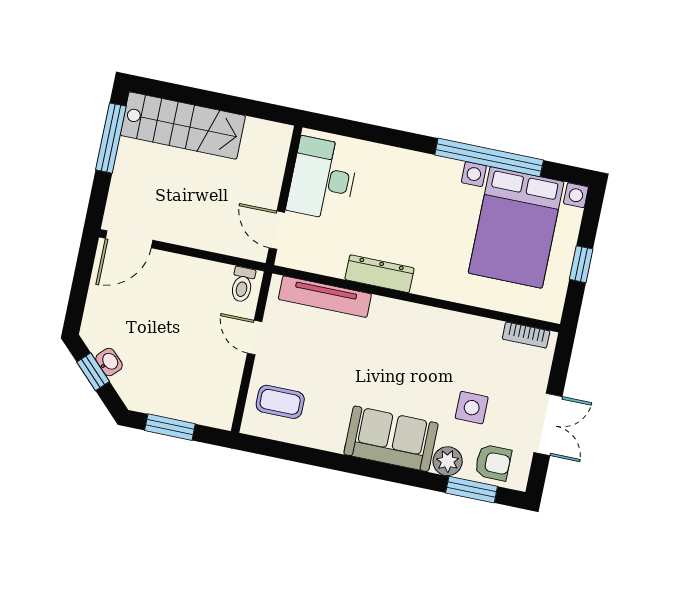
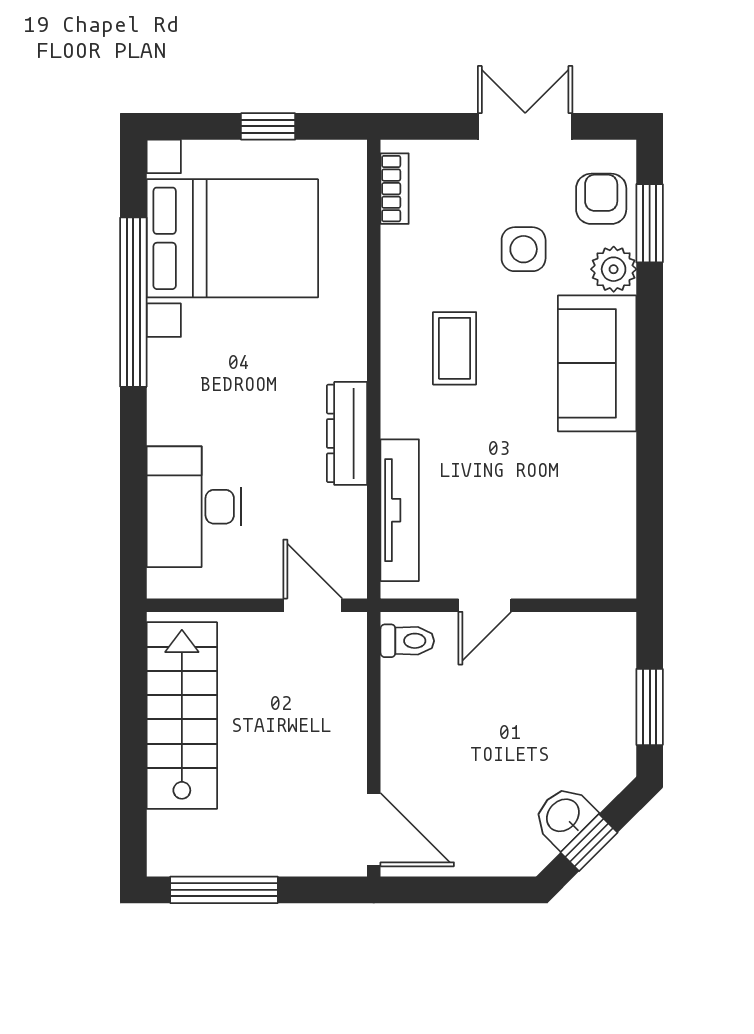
stairs: (183, 126) -> (182, 716), moved
desk: (323, 179) -> (194, 507), moved, turned 90
door: (277, 230) -> (313, 605), swing flipped
washbasin: (109, 362) -> (564, 816), width x1.38, depth x1.45
coffee table: (280, 402) -> (455, 348), moved

